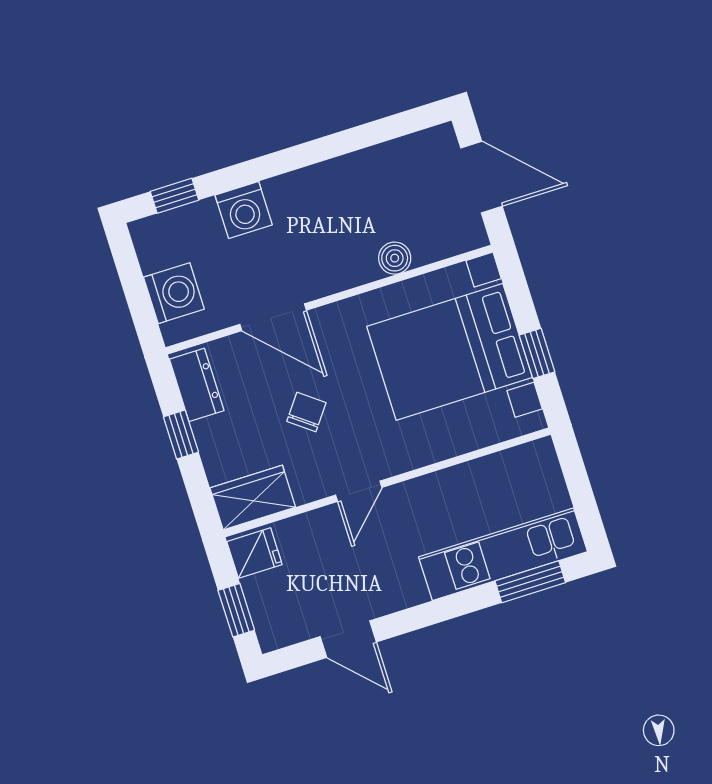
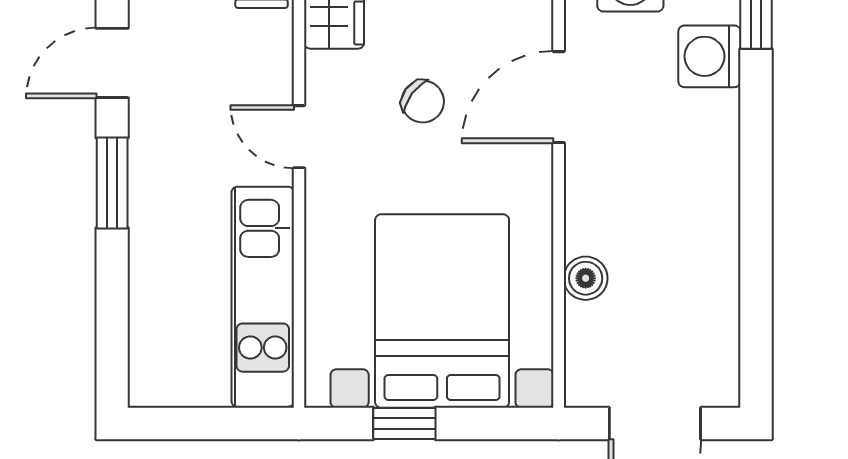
washing machine: (244, 210) -> (709, 56), moved
kitchen unit: (503, 554) -> (263, 297), moved, turned 180
window: (530, 582) -> (112, 183), moved

